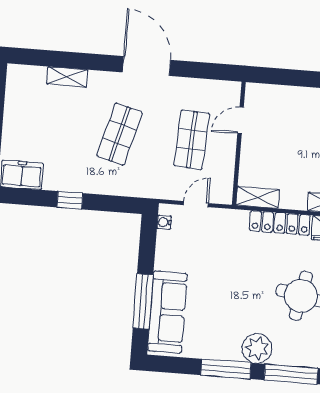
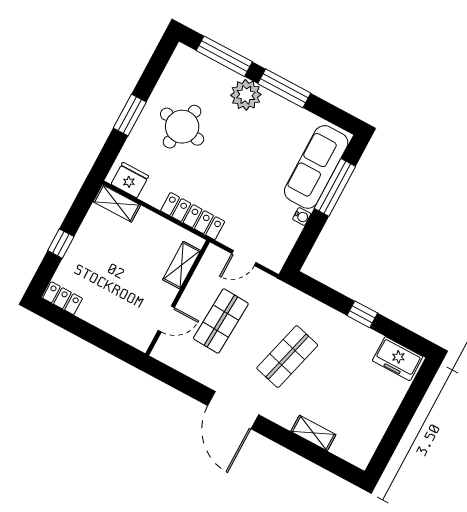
shelving: (258, 197) -> (182, 265), moved, turned 90
water cooler: (164, 222) -> (302, 216), moved
locker: (280, 223) -> (193, 216), moved

